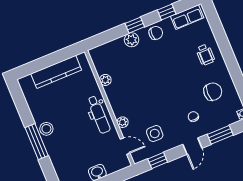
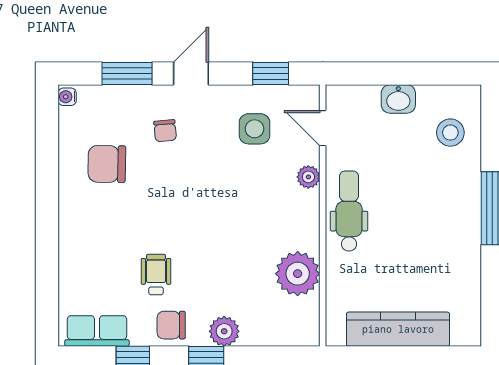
wheelchair: (205, 55) -> (156, 275), moved
plant: (105, 80) -> (298, 274), width x1.87, depth x1.87
stool: (46, 129) -> (450, 133), moved

